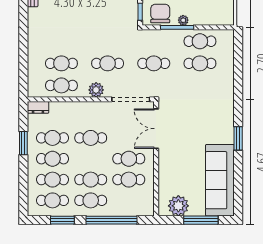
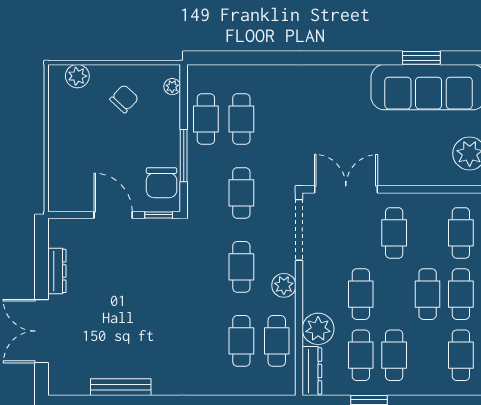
chair: (160, 14) -> (162, 183), turned -90
plant: (183, 20) -> (172, 87), moved
dresser: (38, 107) -> (312, 371), width x1.44
plant: (69, 111) -> (318, 329), added
double door: (156, 129) -> (346, 189), swing flipped
window: (238, 138) -> (421, 58), moved
cafe table: (53, 180) -> (428, 355), removed
cafe table: (129, 180) -> (461, 233), moved

